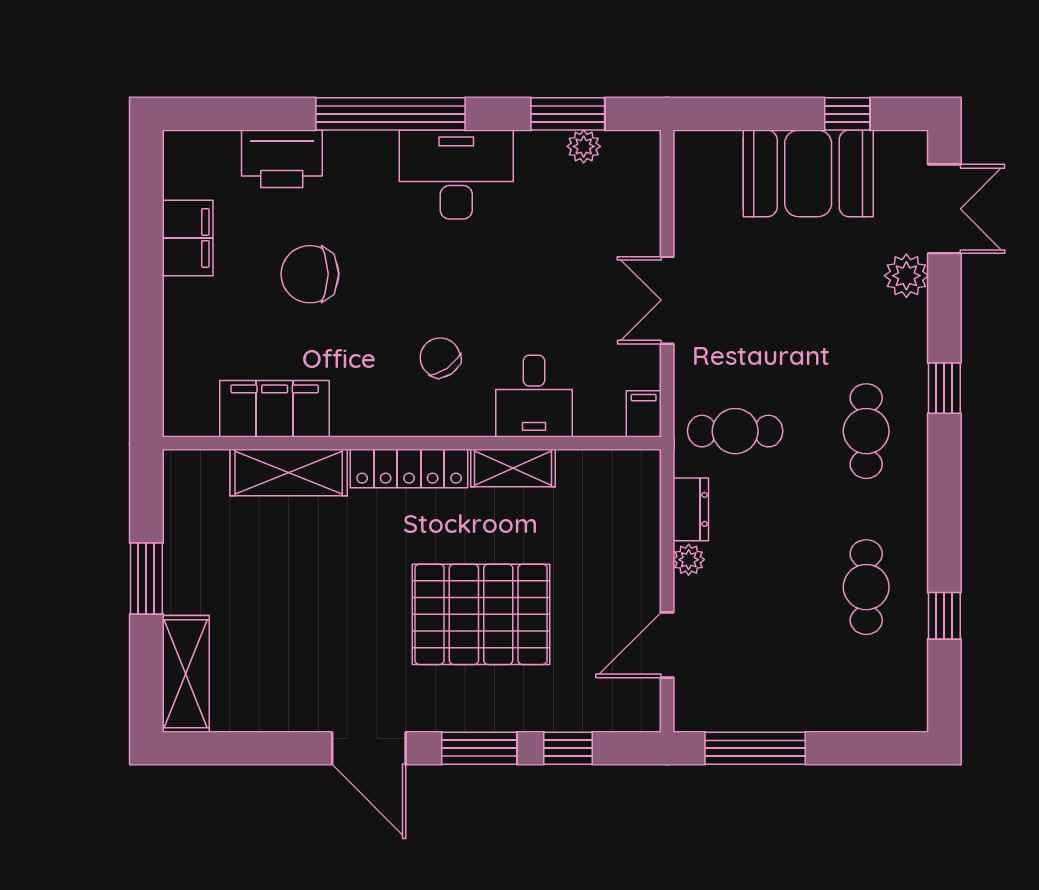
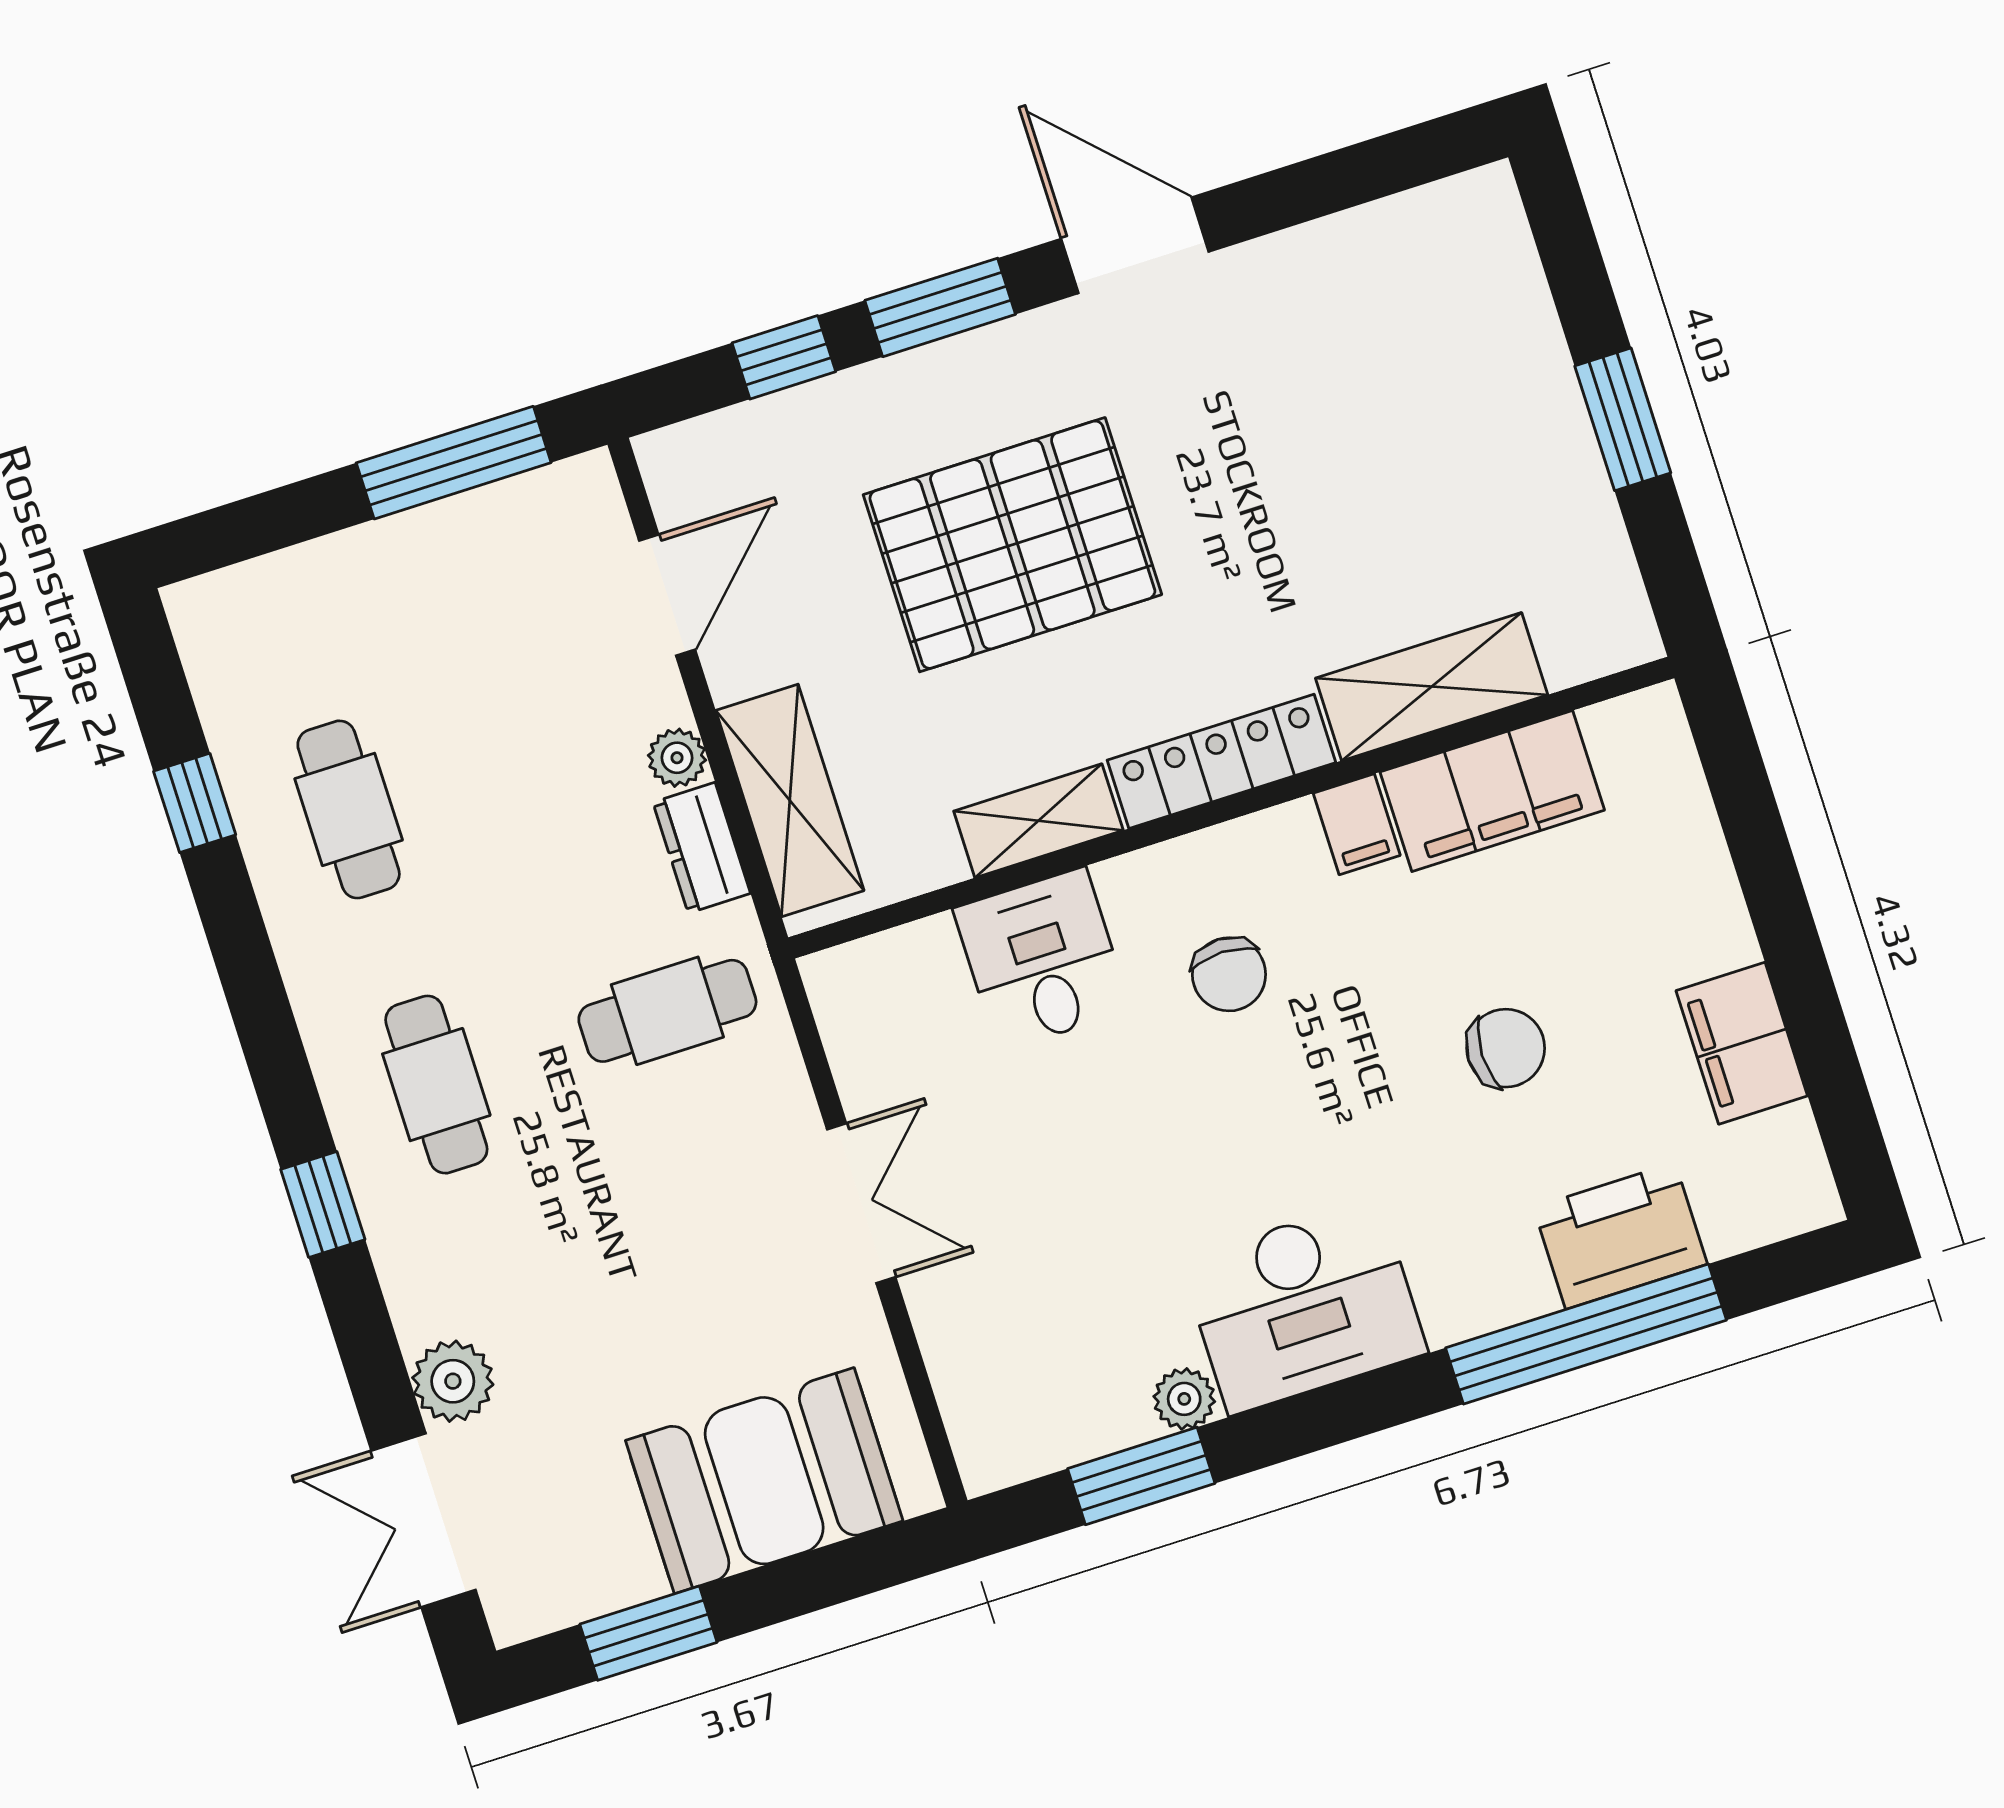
window: (390, 114) -> (1586, 1334), moved
window: (847, 114) -> (648, 1633), width x1.50
plant: (584, 146) -> (1184, 1399), moved
booth: (808, 173) -> (764, 1481), moved
chair: (310, 274) -> (1506, 1048), width x0.73, depth x0.73
chair: (440, 358) -> (1229, 974), turned 35
filing cabinet: (644, 414) -> (1357, 824), moved
shelving: (186, 674) -> (790, 800), moved

